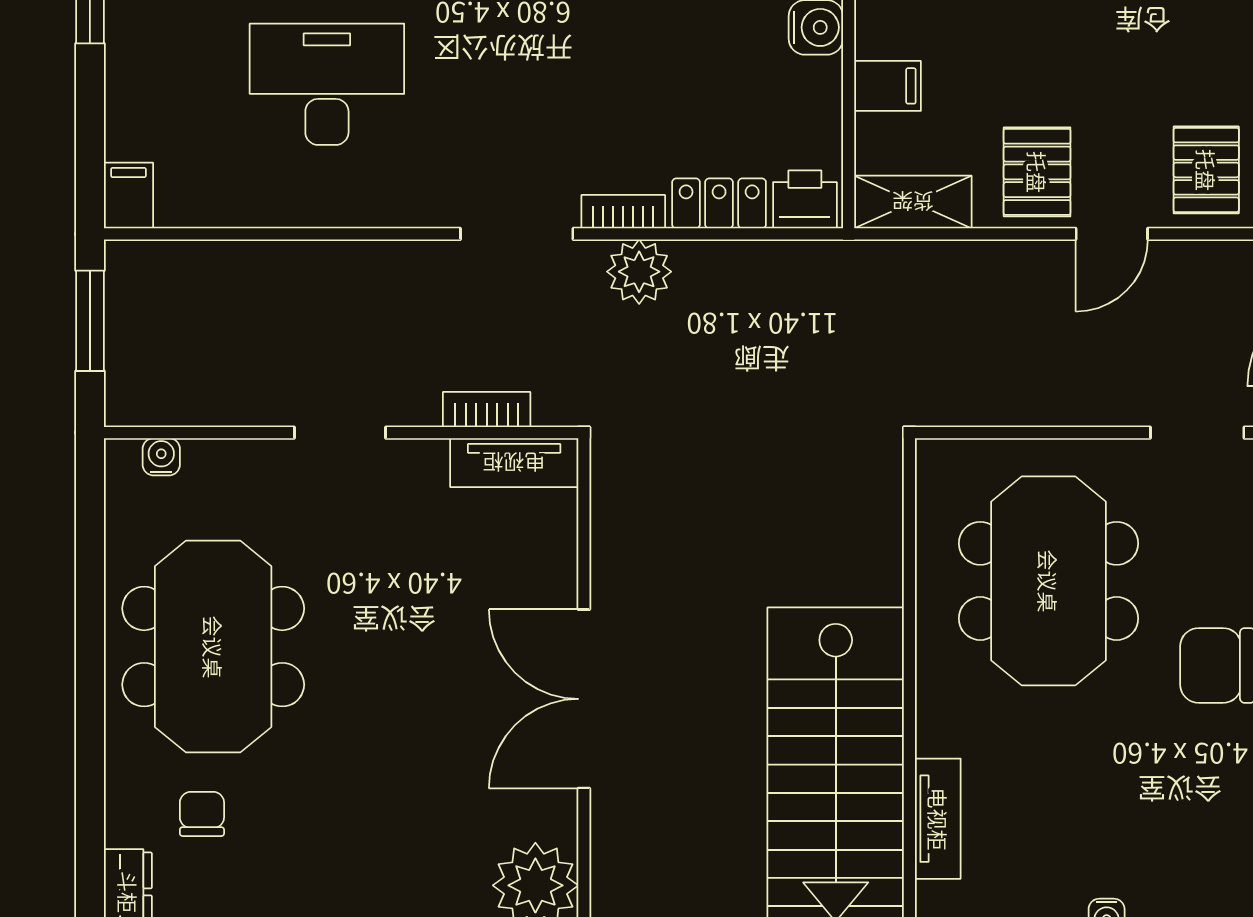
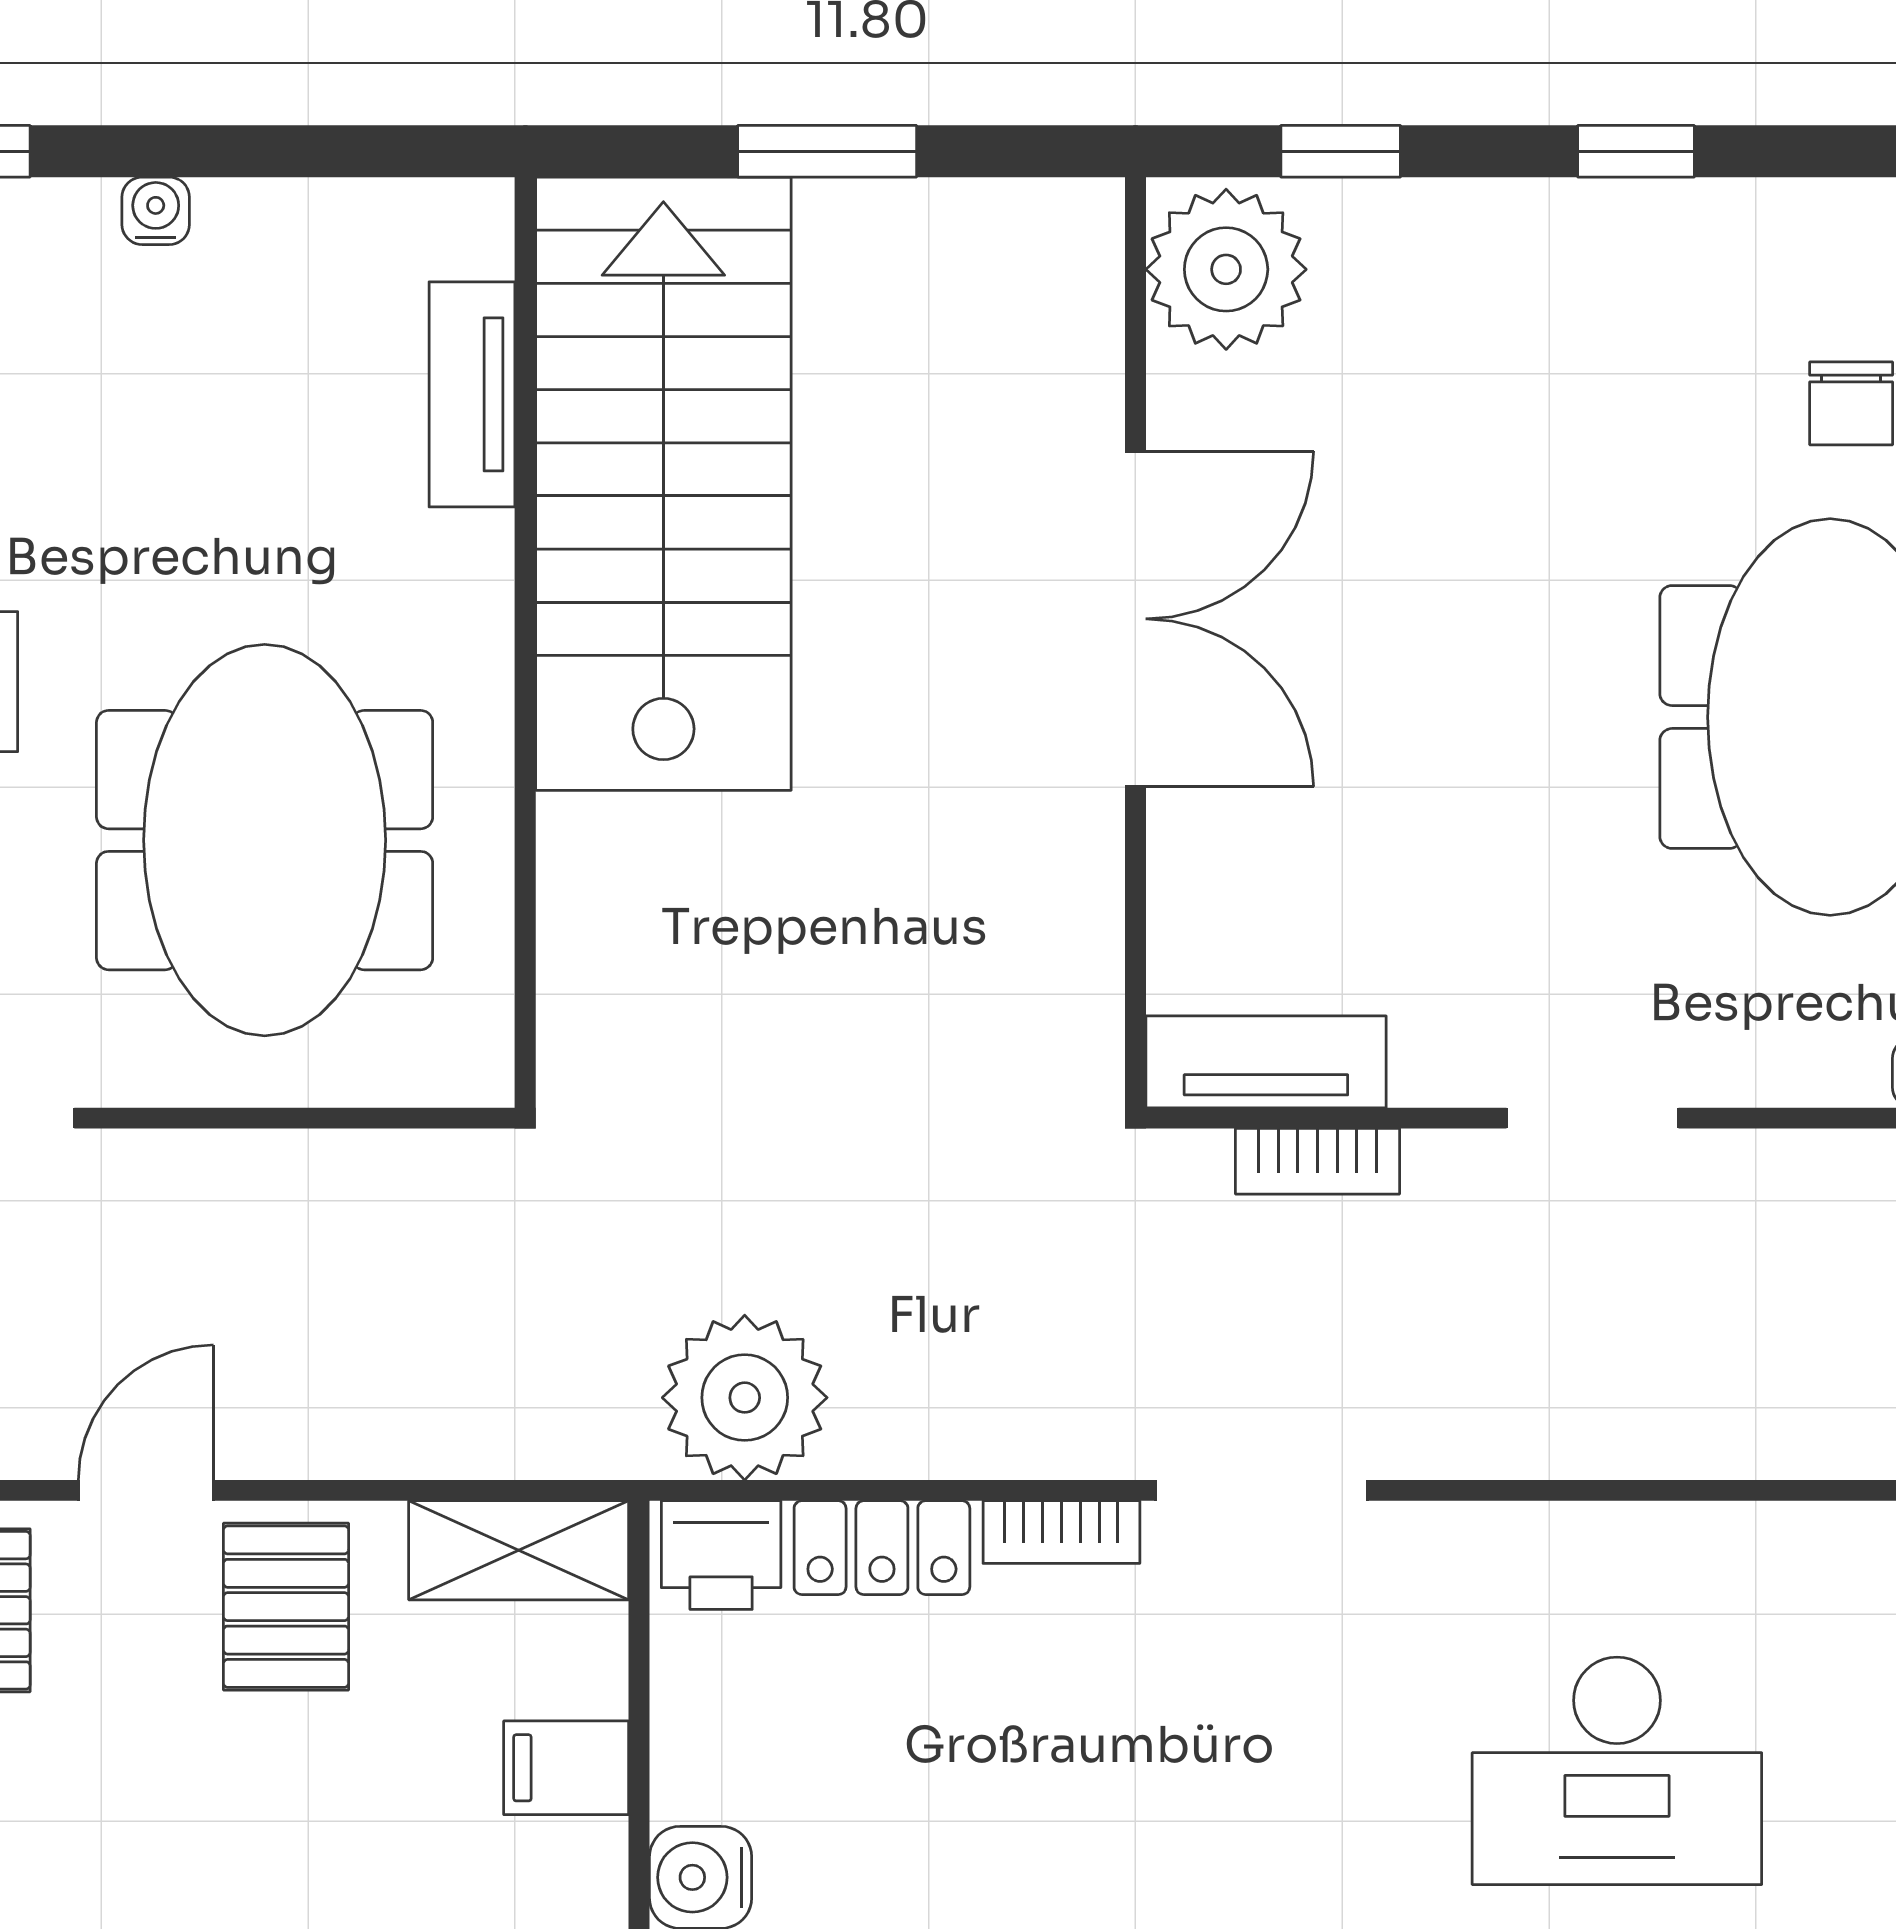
plant: (639, 272) -> (745, 1398), moved, width x1.36, depth x1.36

